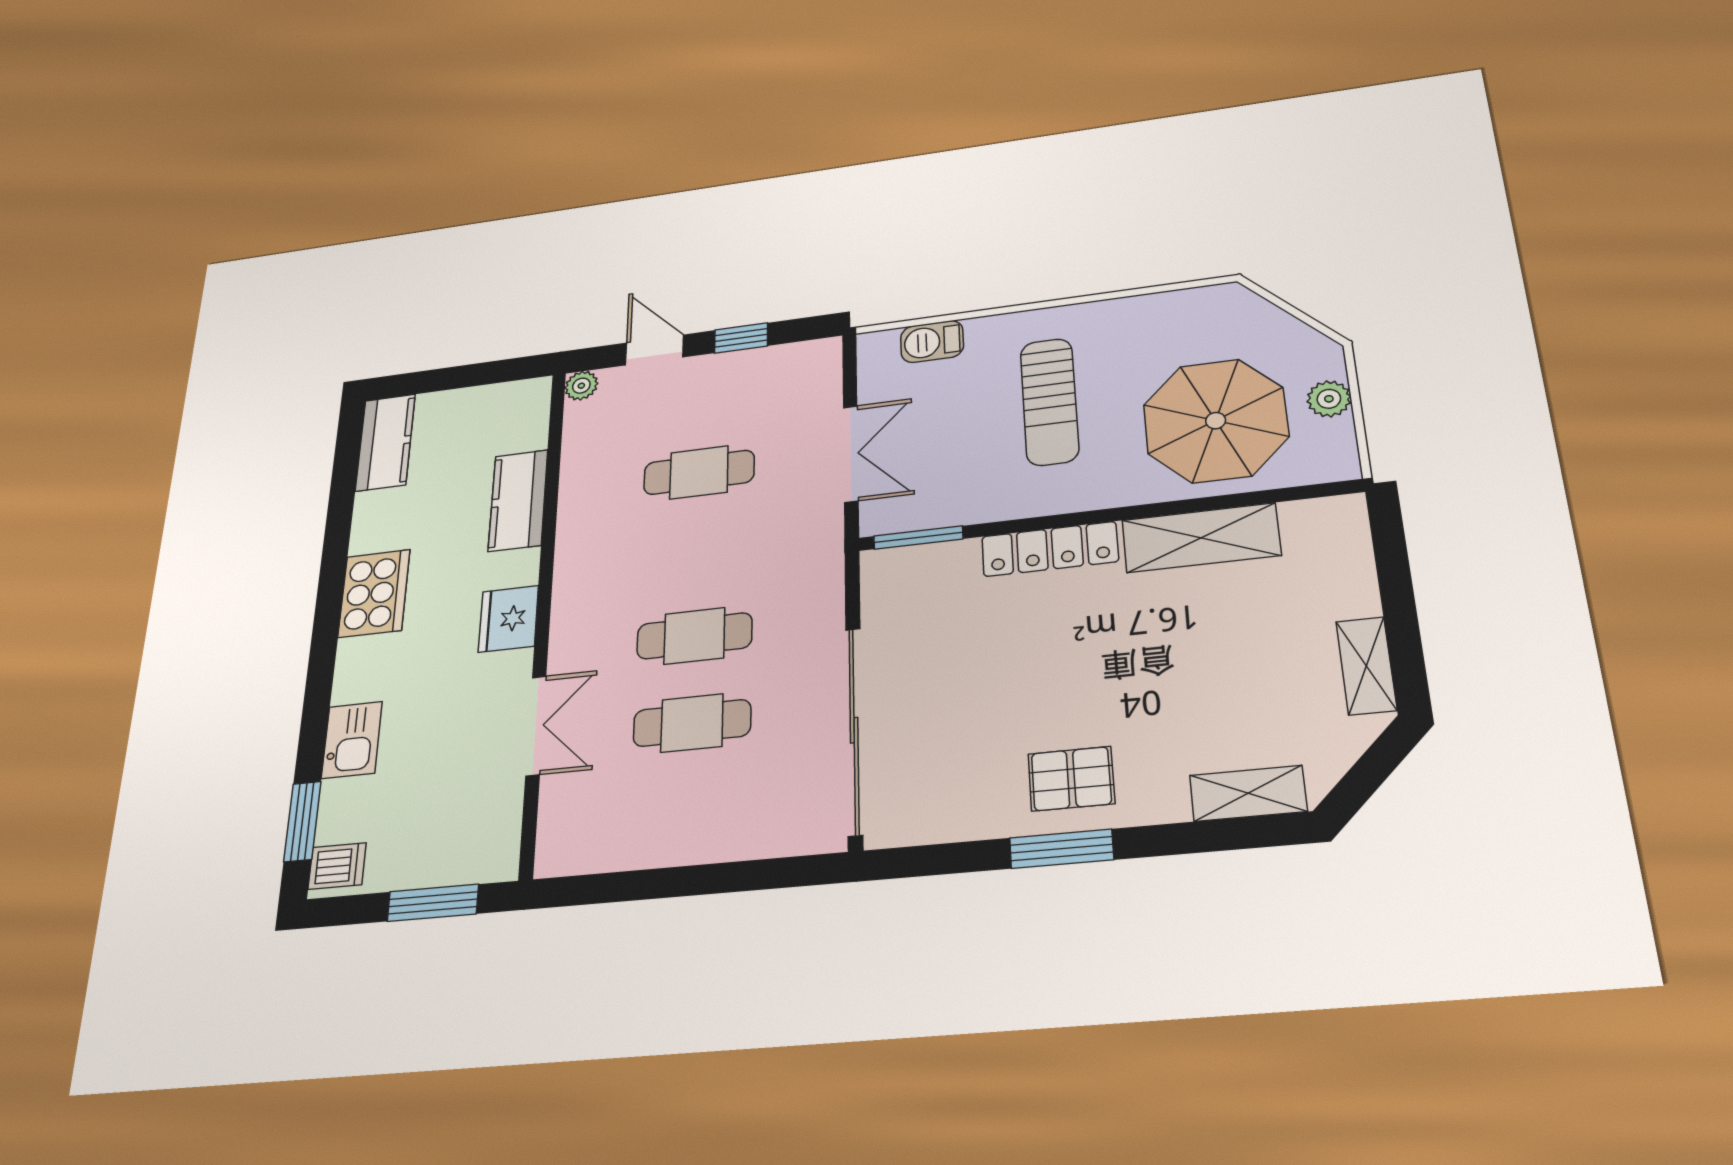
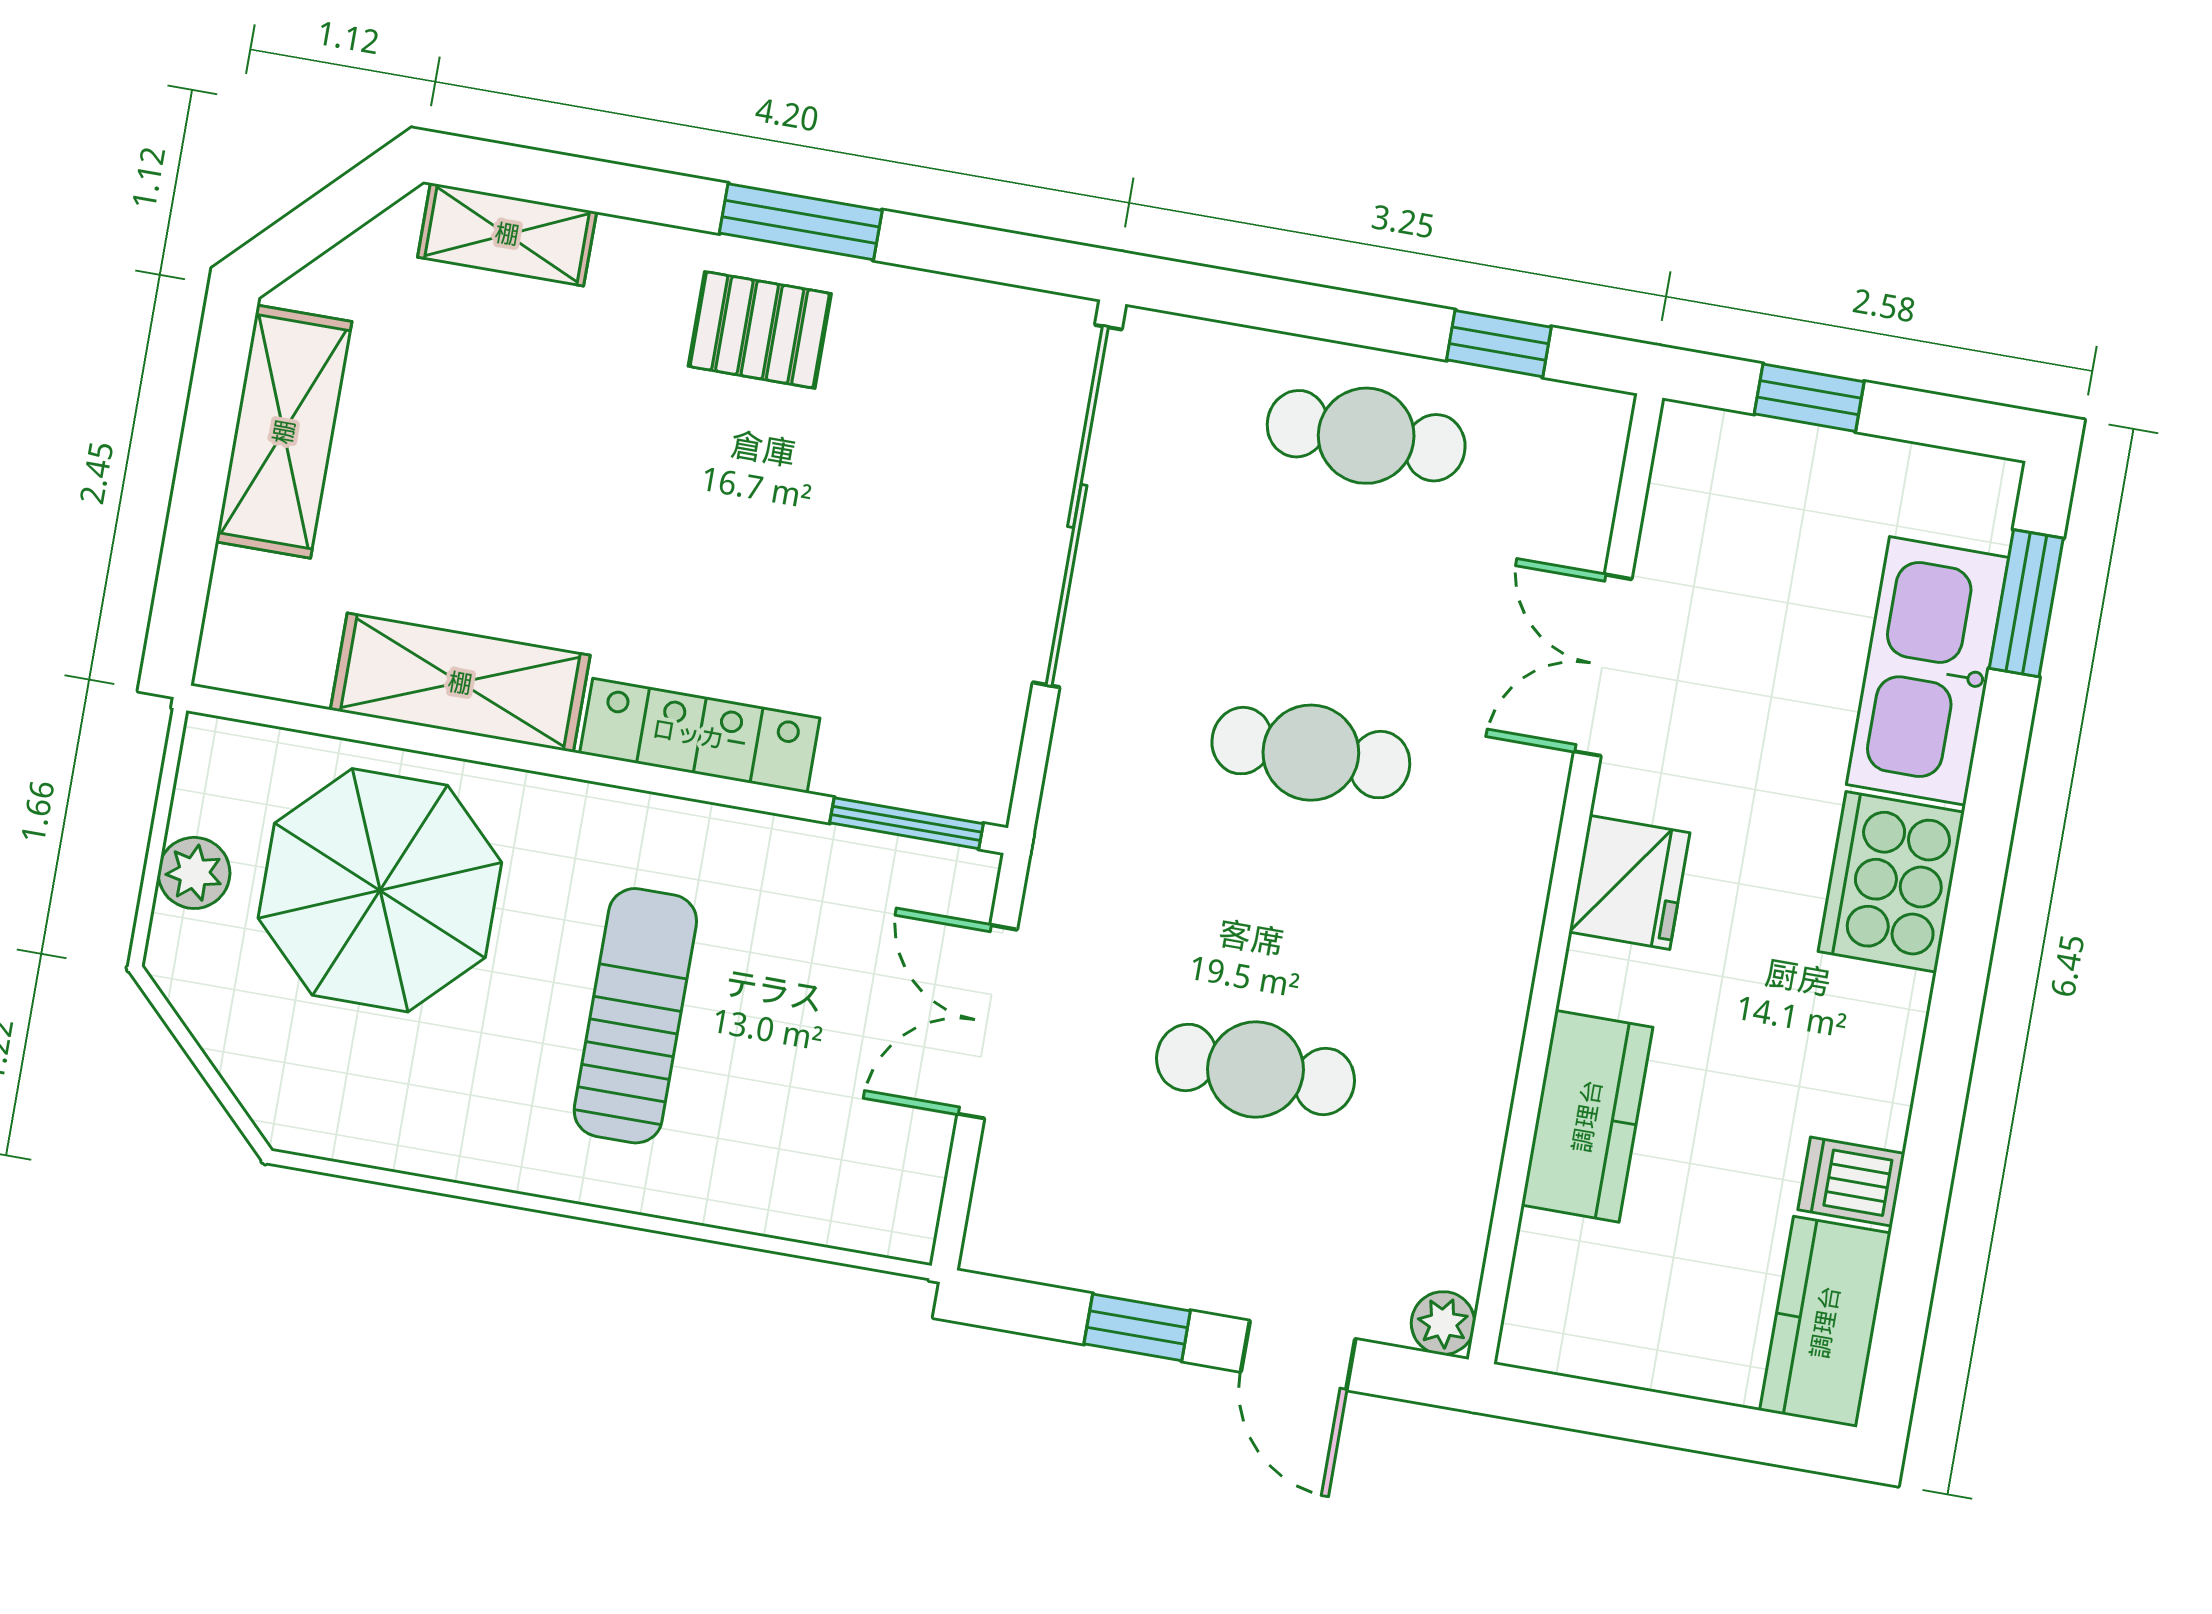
barbecue: (932, 342) -> (805, 1204), removed
cooker: (374, 593) -> (1891, 882), moved
shelving: (1366, 666) -> (284, 432), width x1.50, depth x1.33
cafe table: (692, 723) -> (1366, 436), moved
kitchen sink: (352, 740) -> (1928, 671), width x1.88, depth x1.24
dishwasher: (337, 866) -> (1851, 1182), moved
window: (618, 887) -> (1499, 344), added
window: (433, 903) -> (1809, 398), width x0.67

